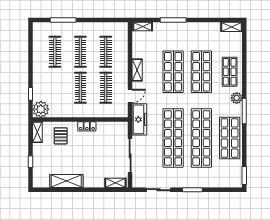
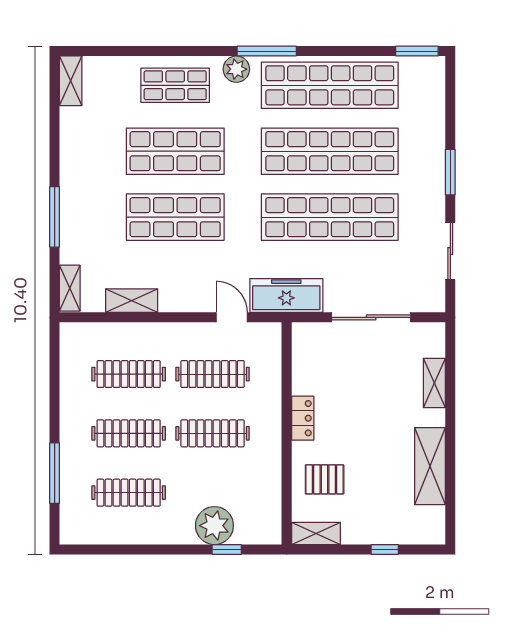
shelving: (137, 70) -> (132, 301), moved
plant: (41, 109) -> (214, 526), moved
shop shelf: (230, 138) -> (330, 85), width x1.40
shelving: (115, 183) -> (434, 383), moved

